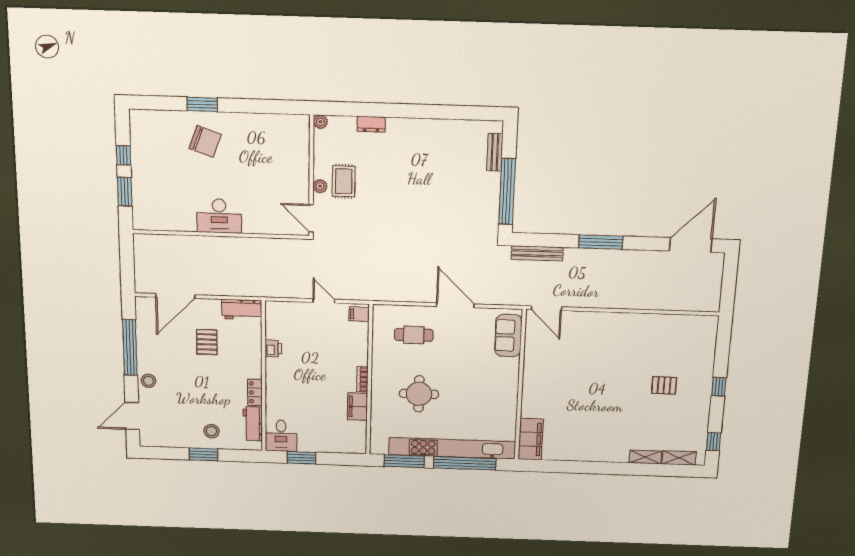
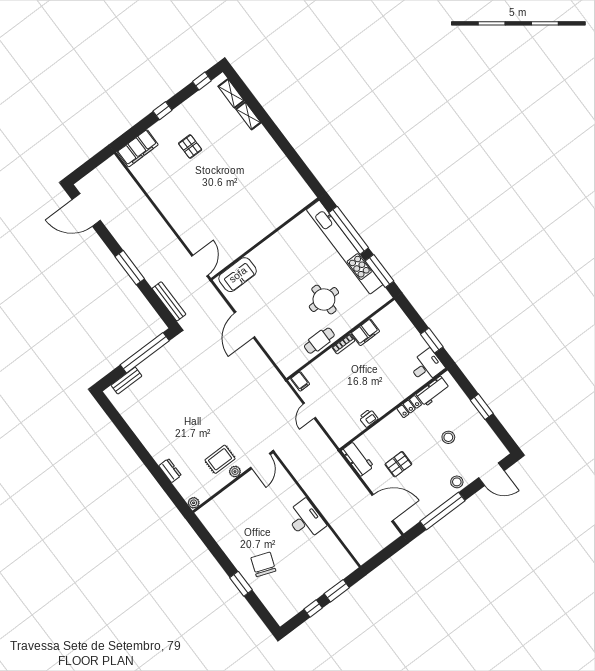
cafe table: (414, 335) -> (319, 341), moved, turned 90
stool: (212, 431) -> (448, 437), moved
filing cabinet: (531, 439) -> (138, 148), moved, turned 180

